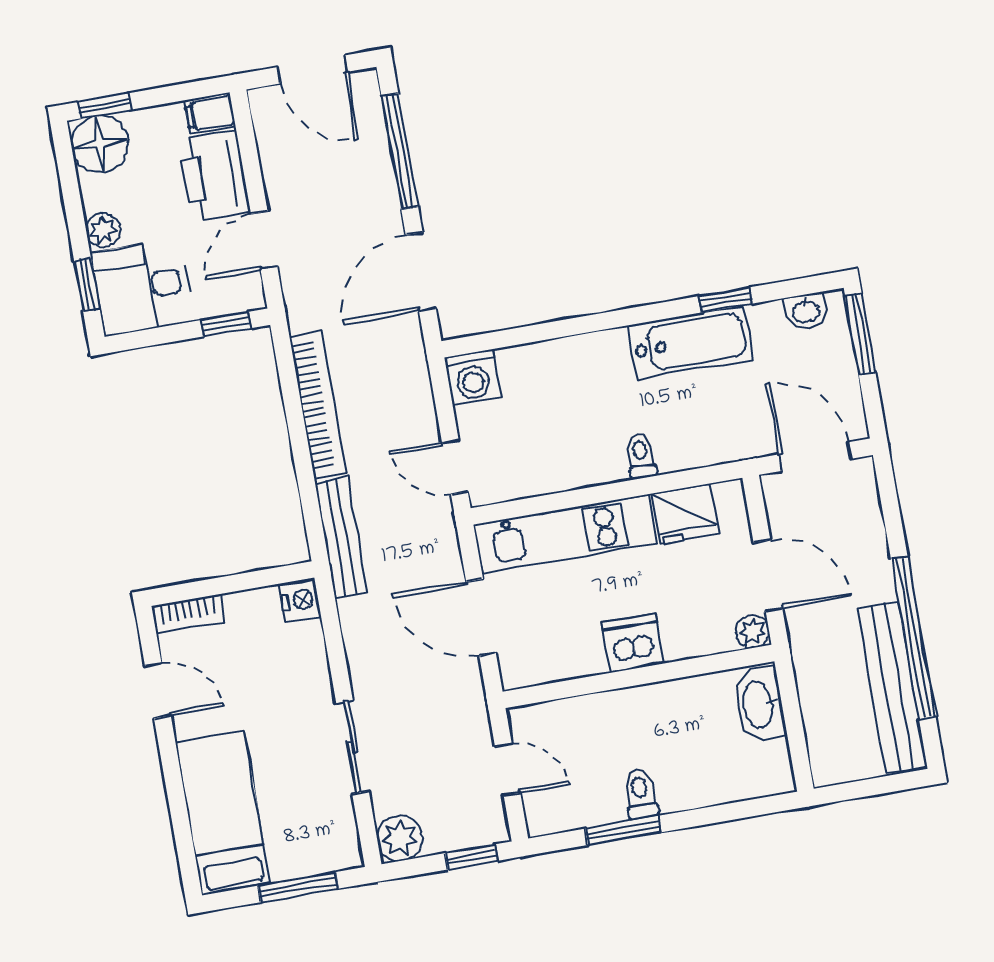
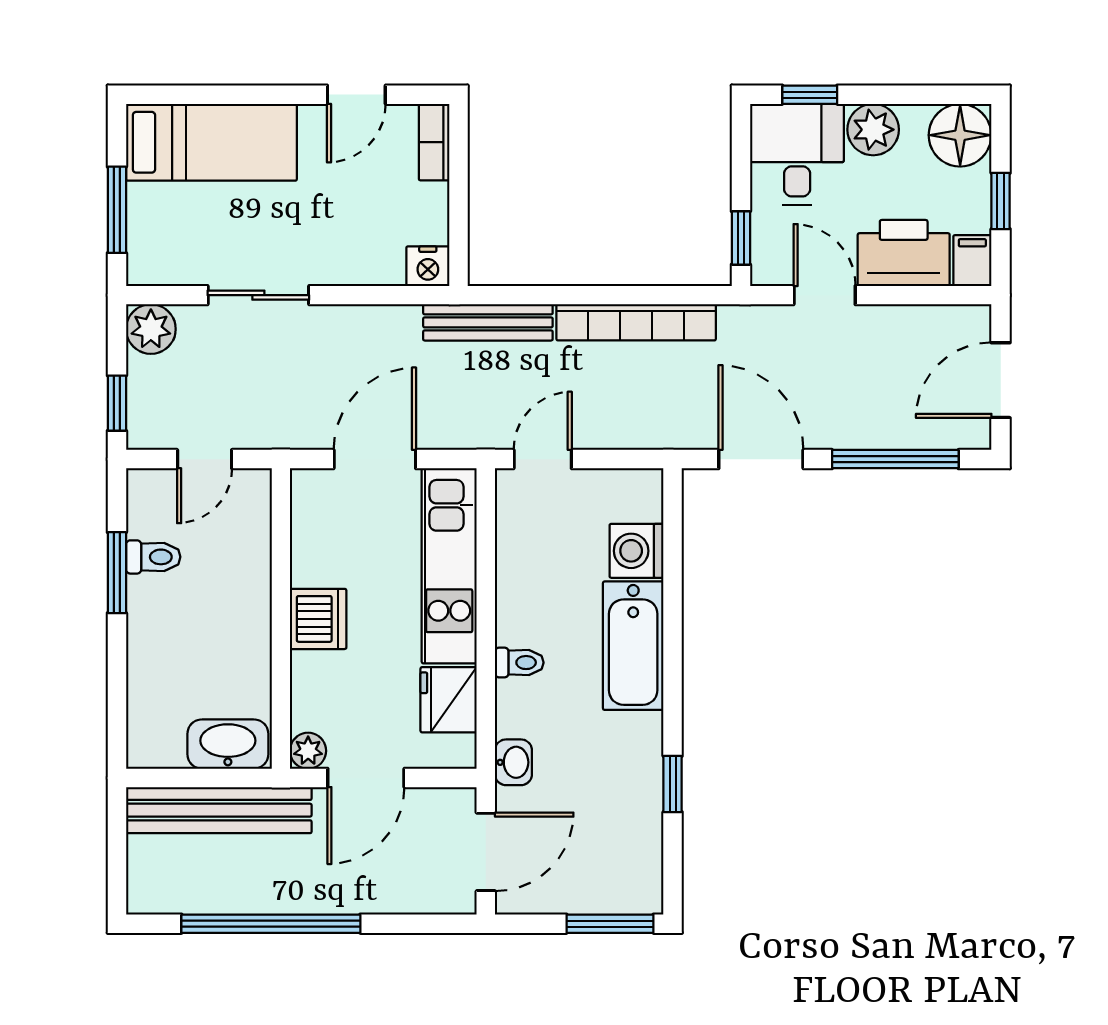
window: (104, 106) -> (1001, 201), moved
plant: (103, 230) -> (873, 130), width x1.38, depth x1.38
washbasin: (806, 311) -> (513, 762), moved, turned 180
bathtub: (691, 342) -> (633, 646), moved
washing machine: (473, 377) -> (636, 551), moved
bench: (892, 688) -> (219, 810), moved
toilet: (640, 794) -> (153, 557), moved

